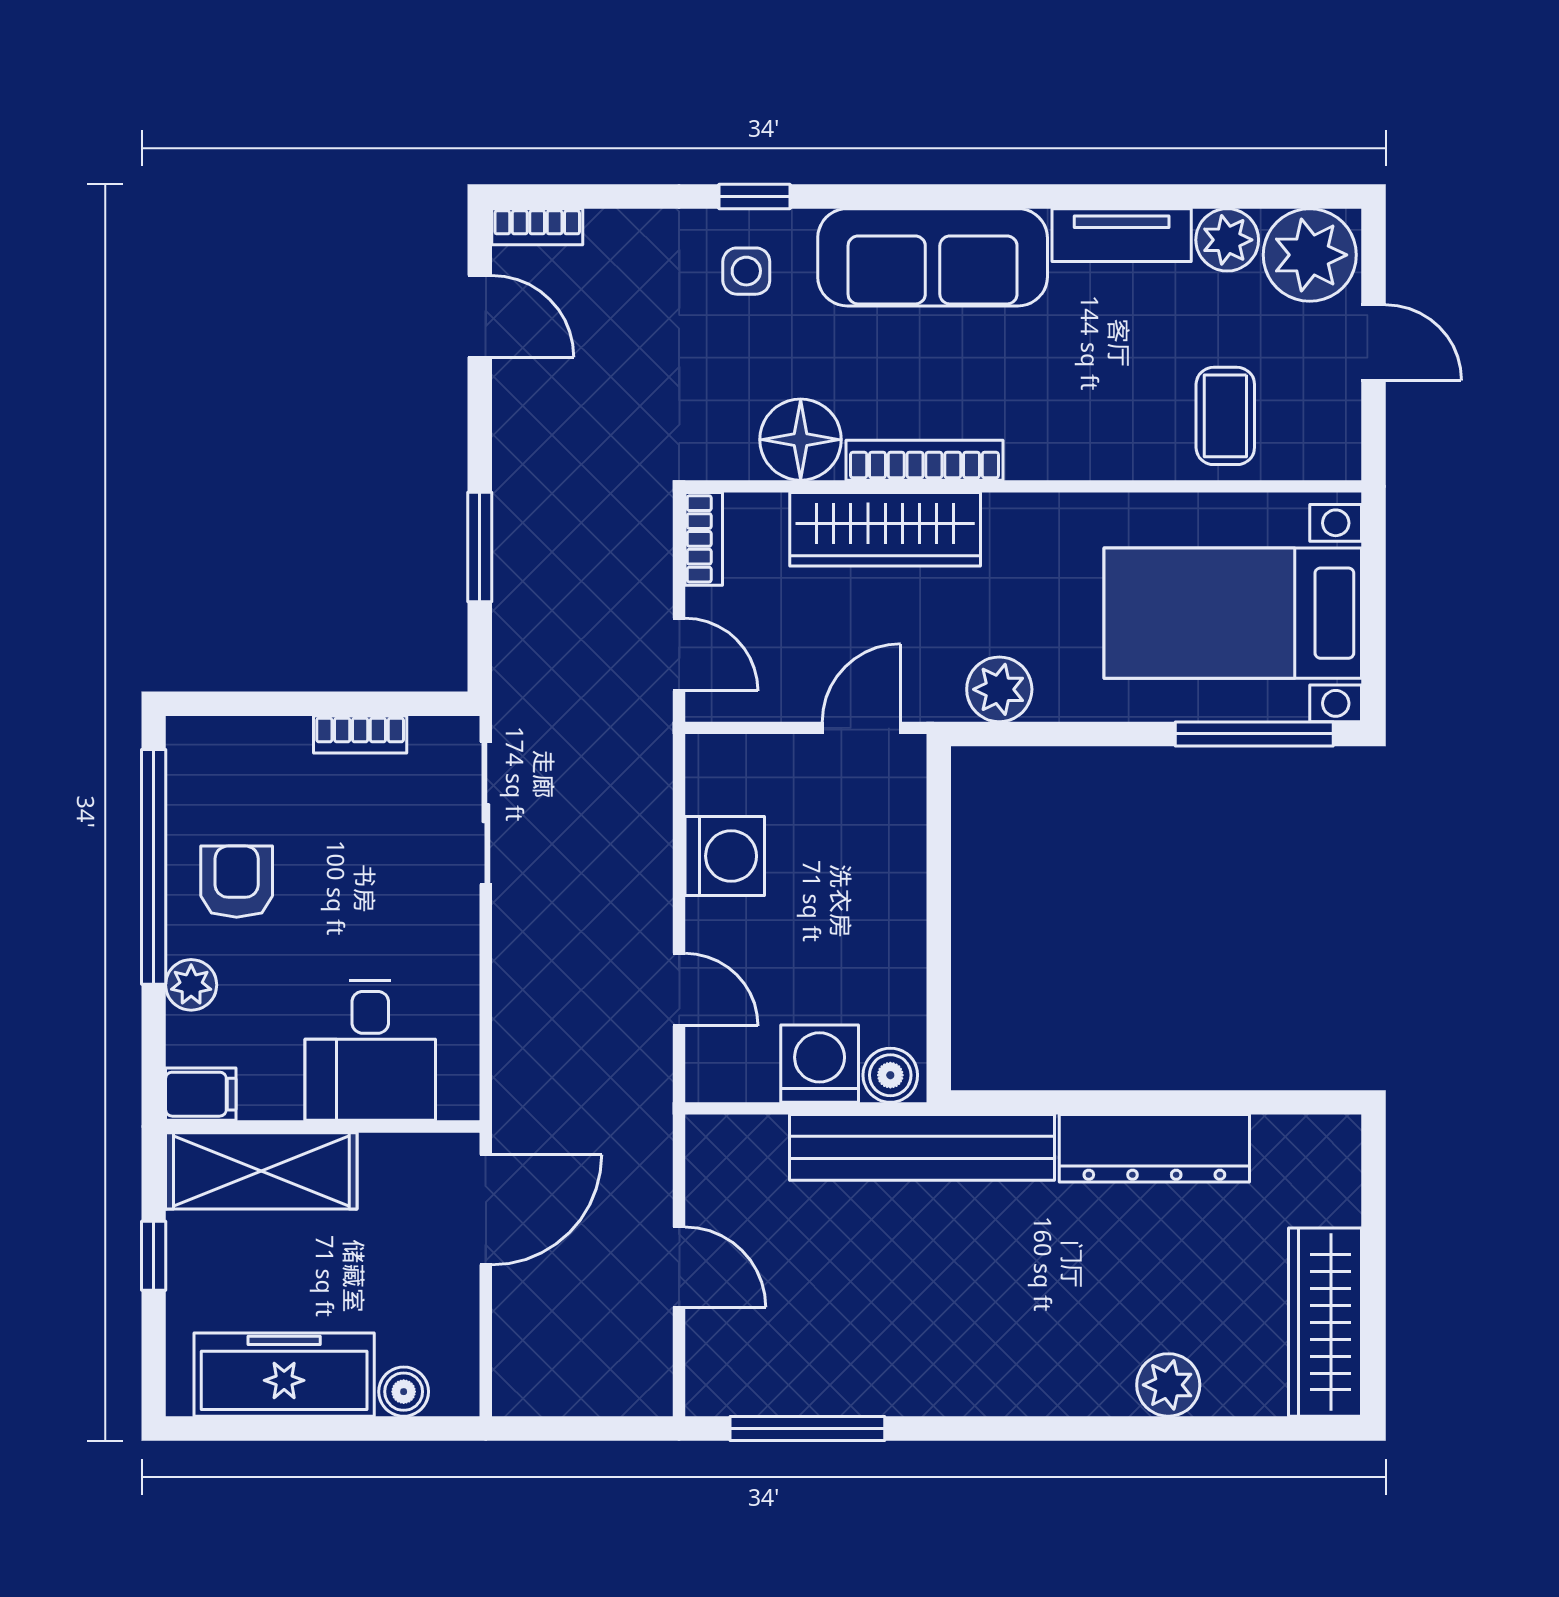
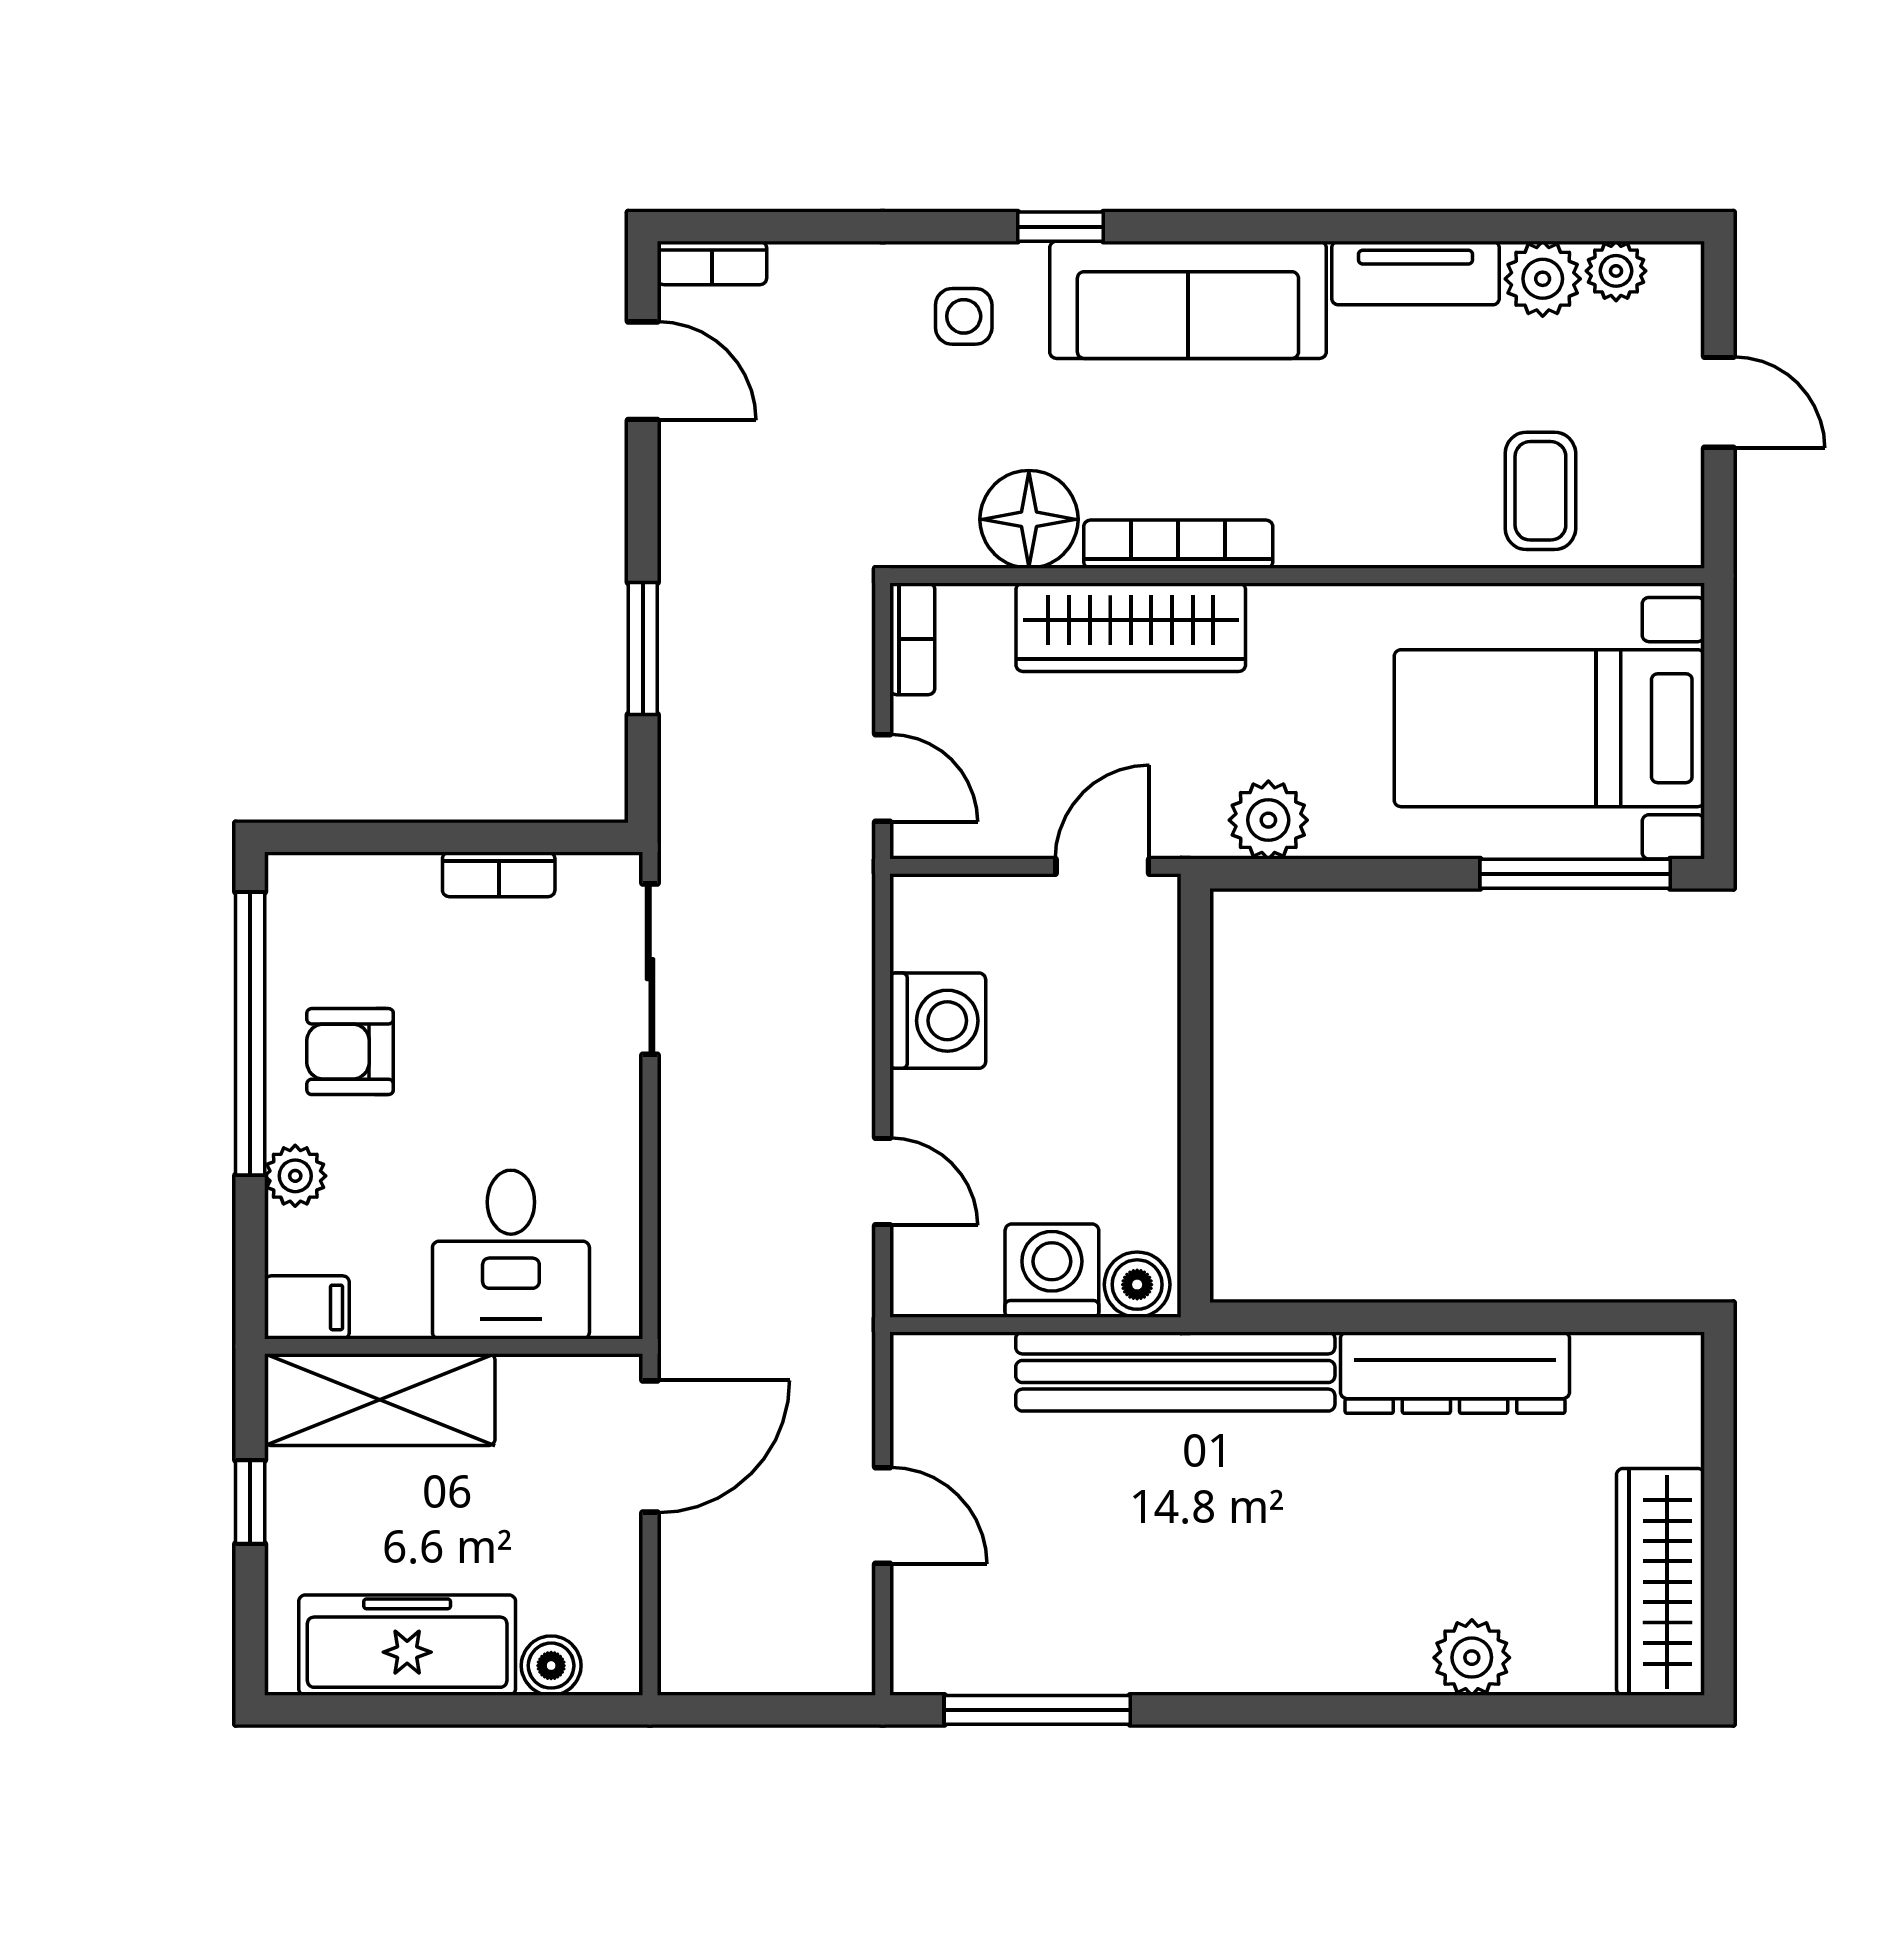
window: (754, 196) -> (1061, 227), moved
plant: (1310, 255) -> (1616, 271), width x0.53, depth x0.53
armchair: (237, 882) -> (350, 1052), turned -90

